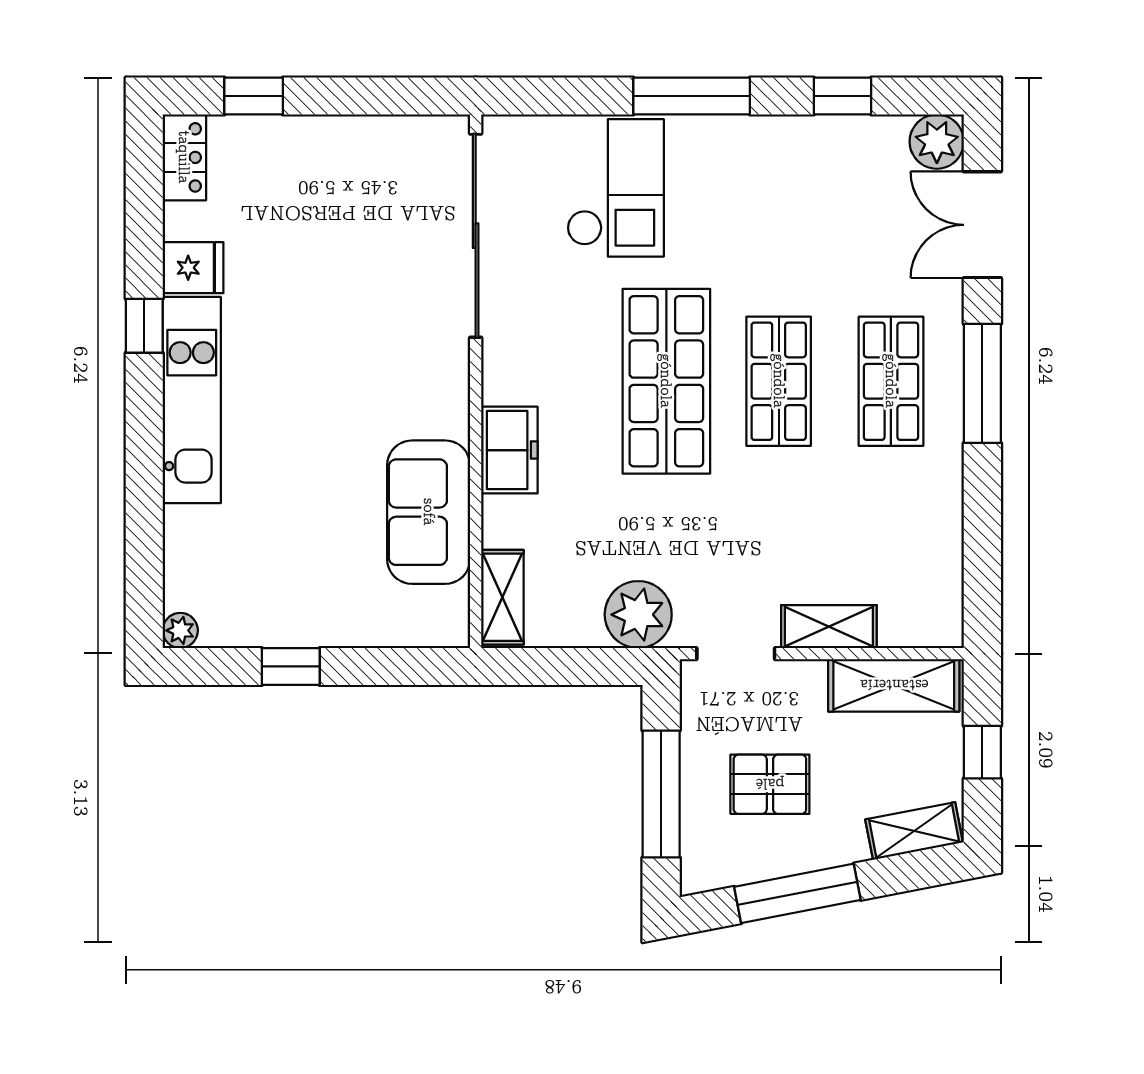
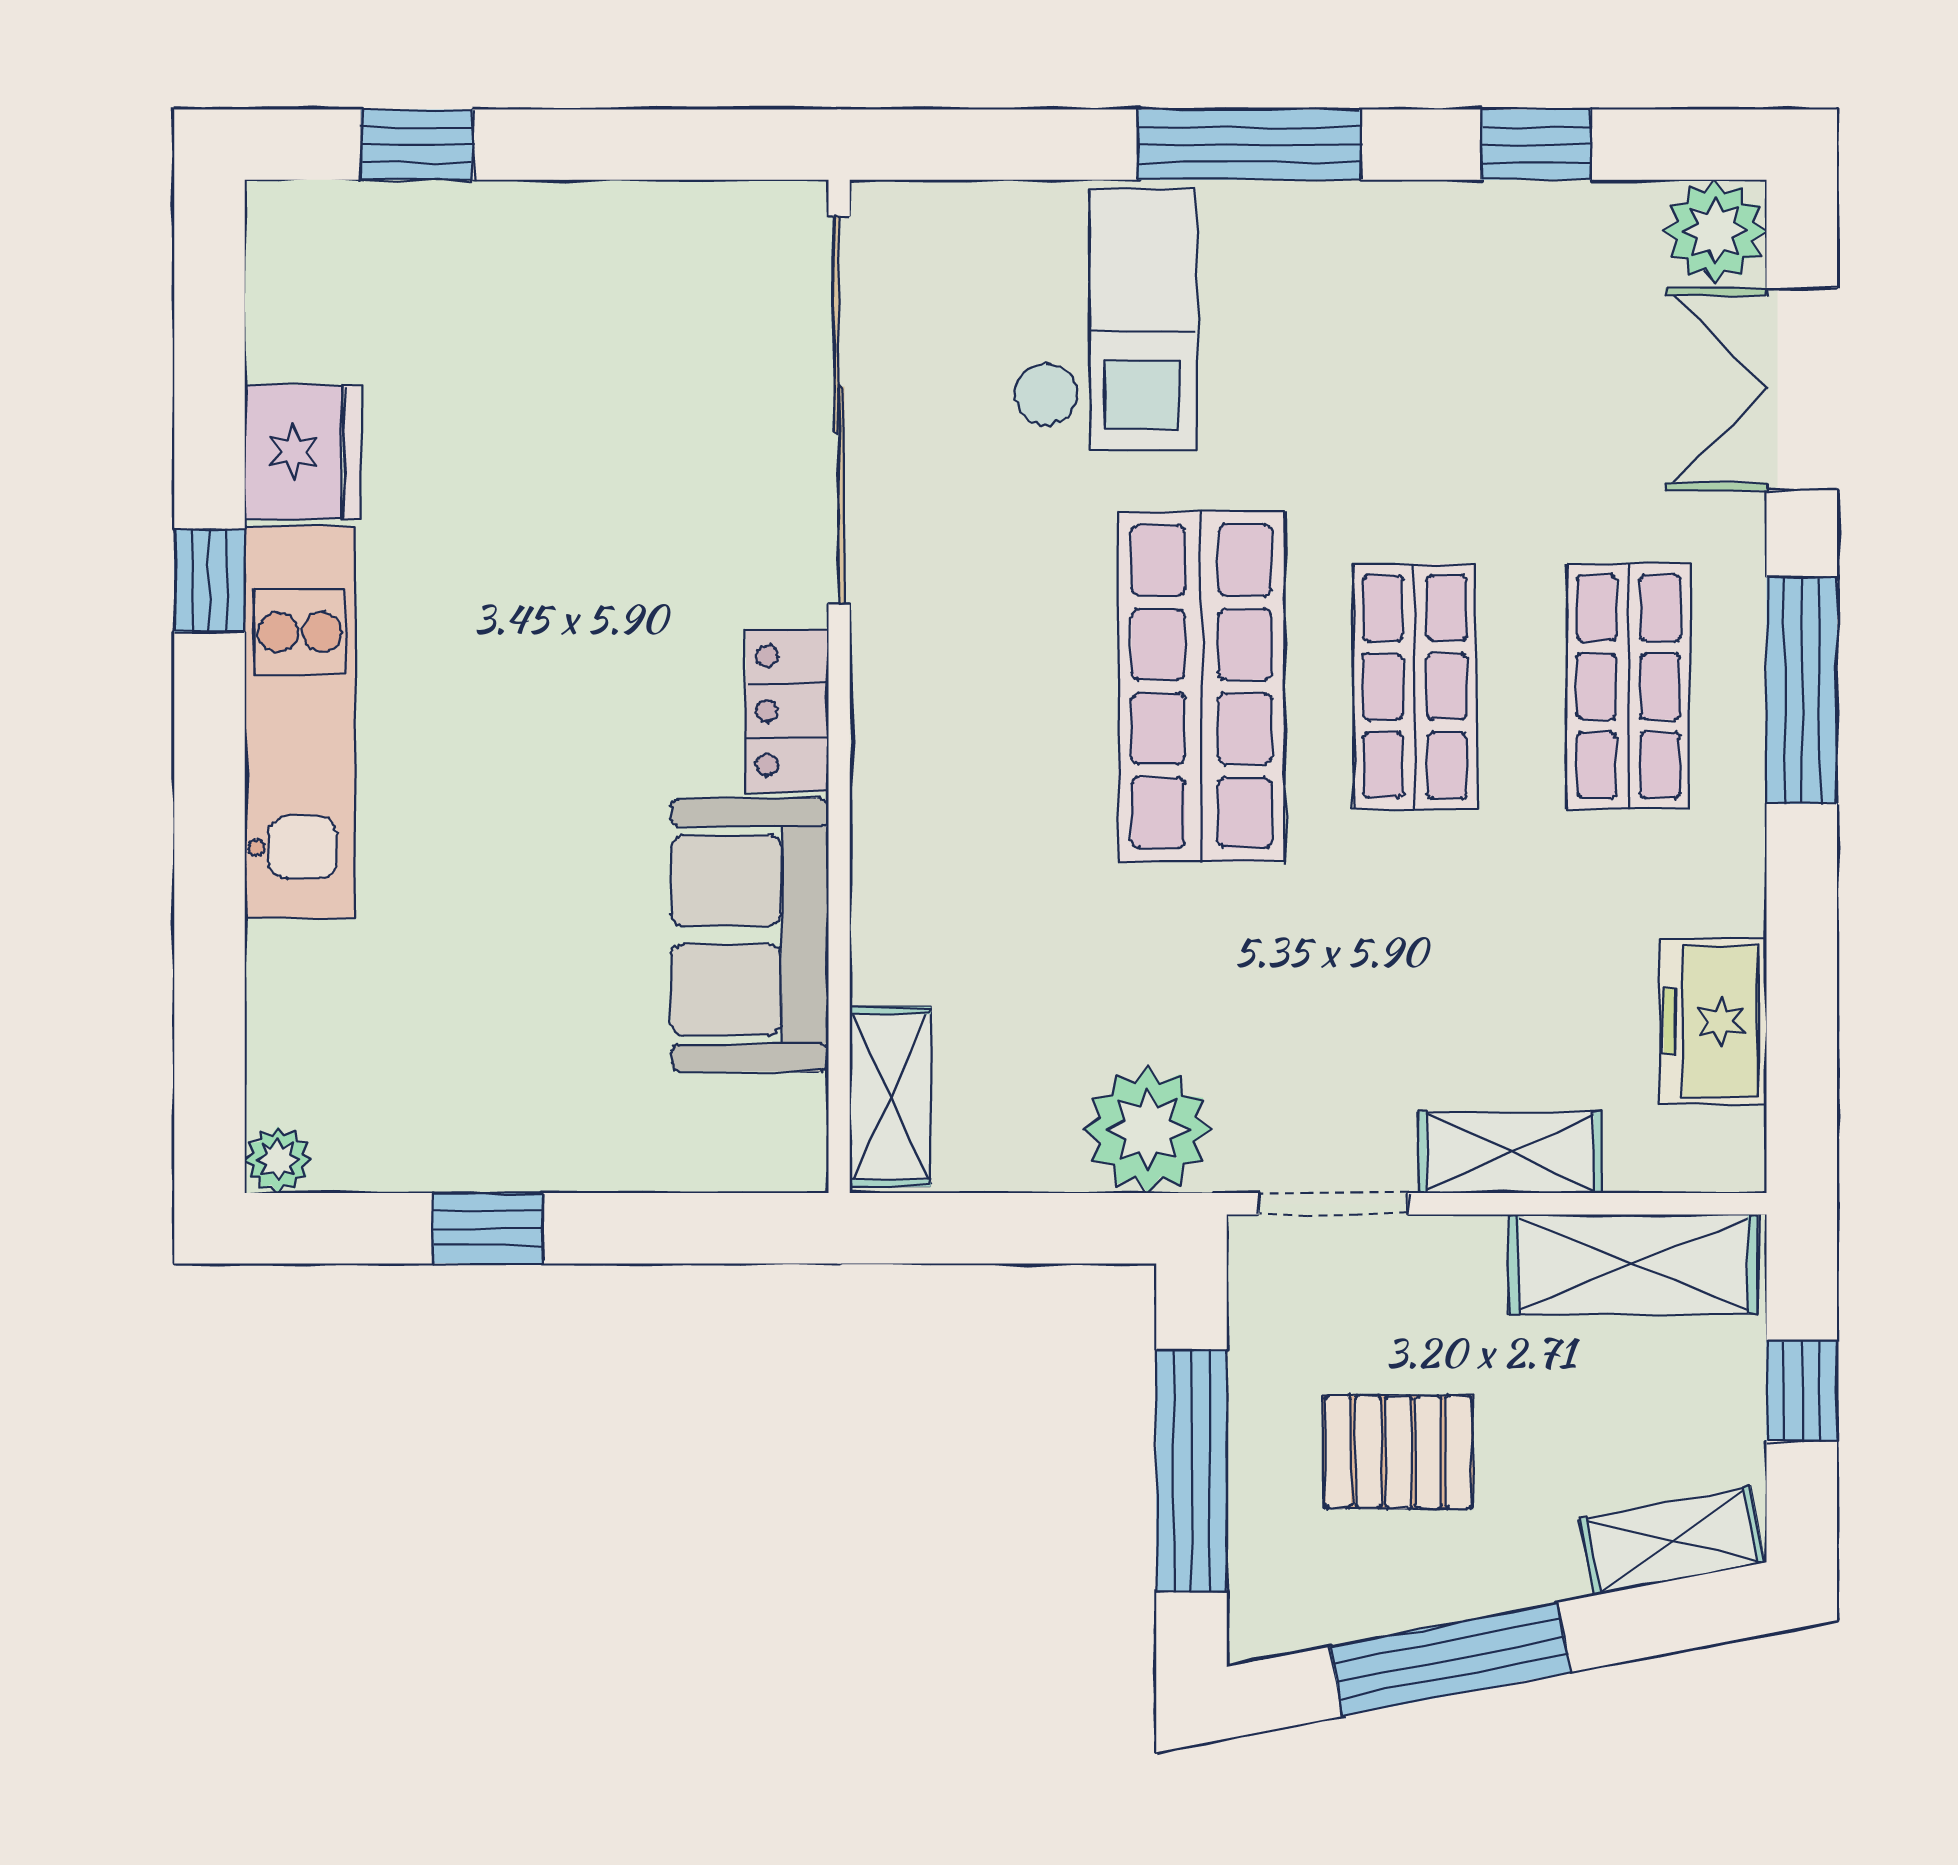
locker: (184, 157) -> (787, 710), moved, turned 180
fridge: (193, 268) -> (302, 452), width x1.38
freezer: (509, 450) -> (1713, 1021), moved, turned 180

